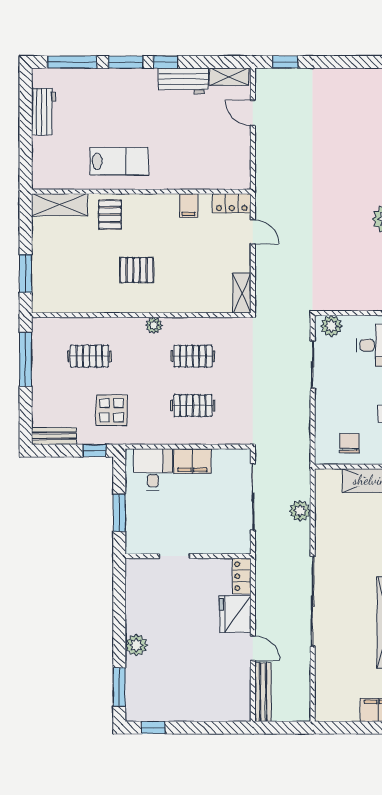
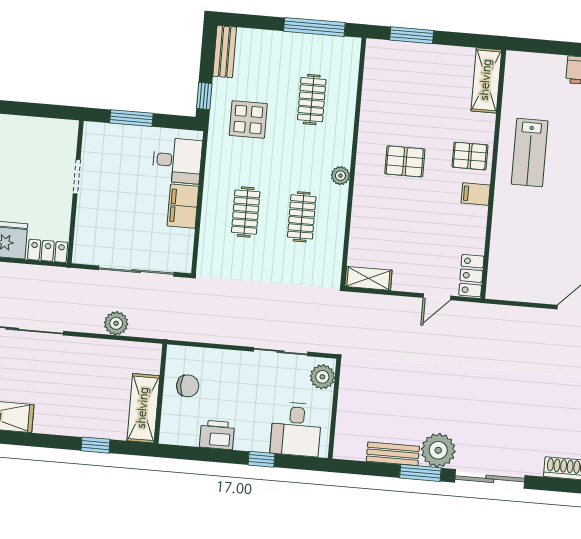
filing cabinet: (189, 206) -> (476, 194), moved
pallet: (110, 215) -> (470, 156), moved
pallet: (137, 270) -> (405, 161), turned 90

